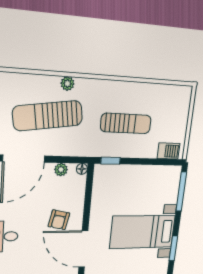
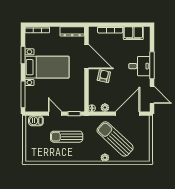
sun lounger: (48, 116) -> (115, 139), turned -129
door: (139, 161) -> (55, 114), added

